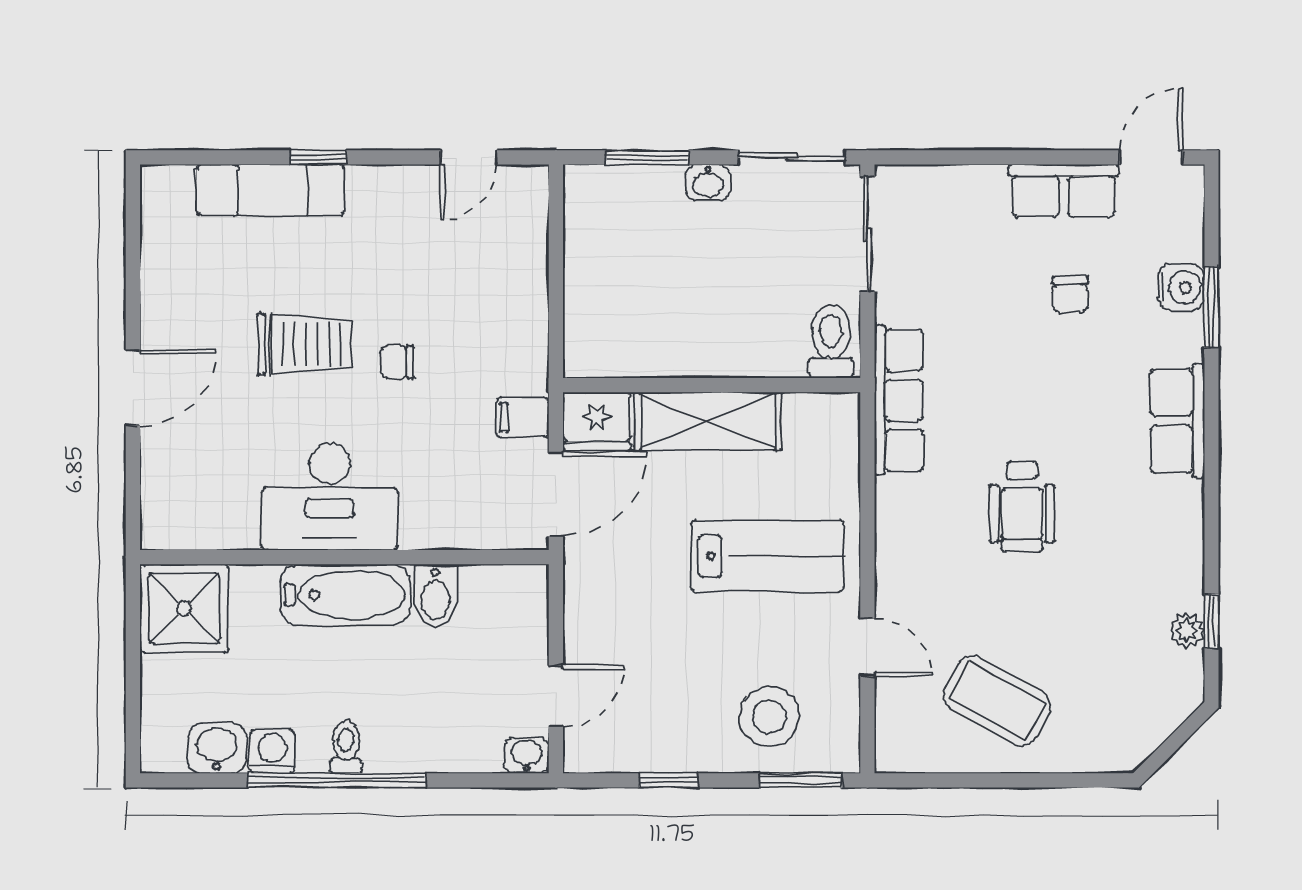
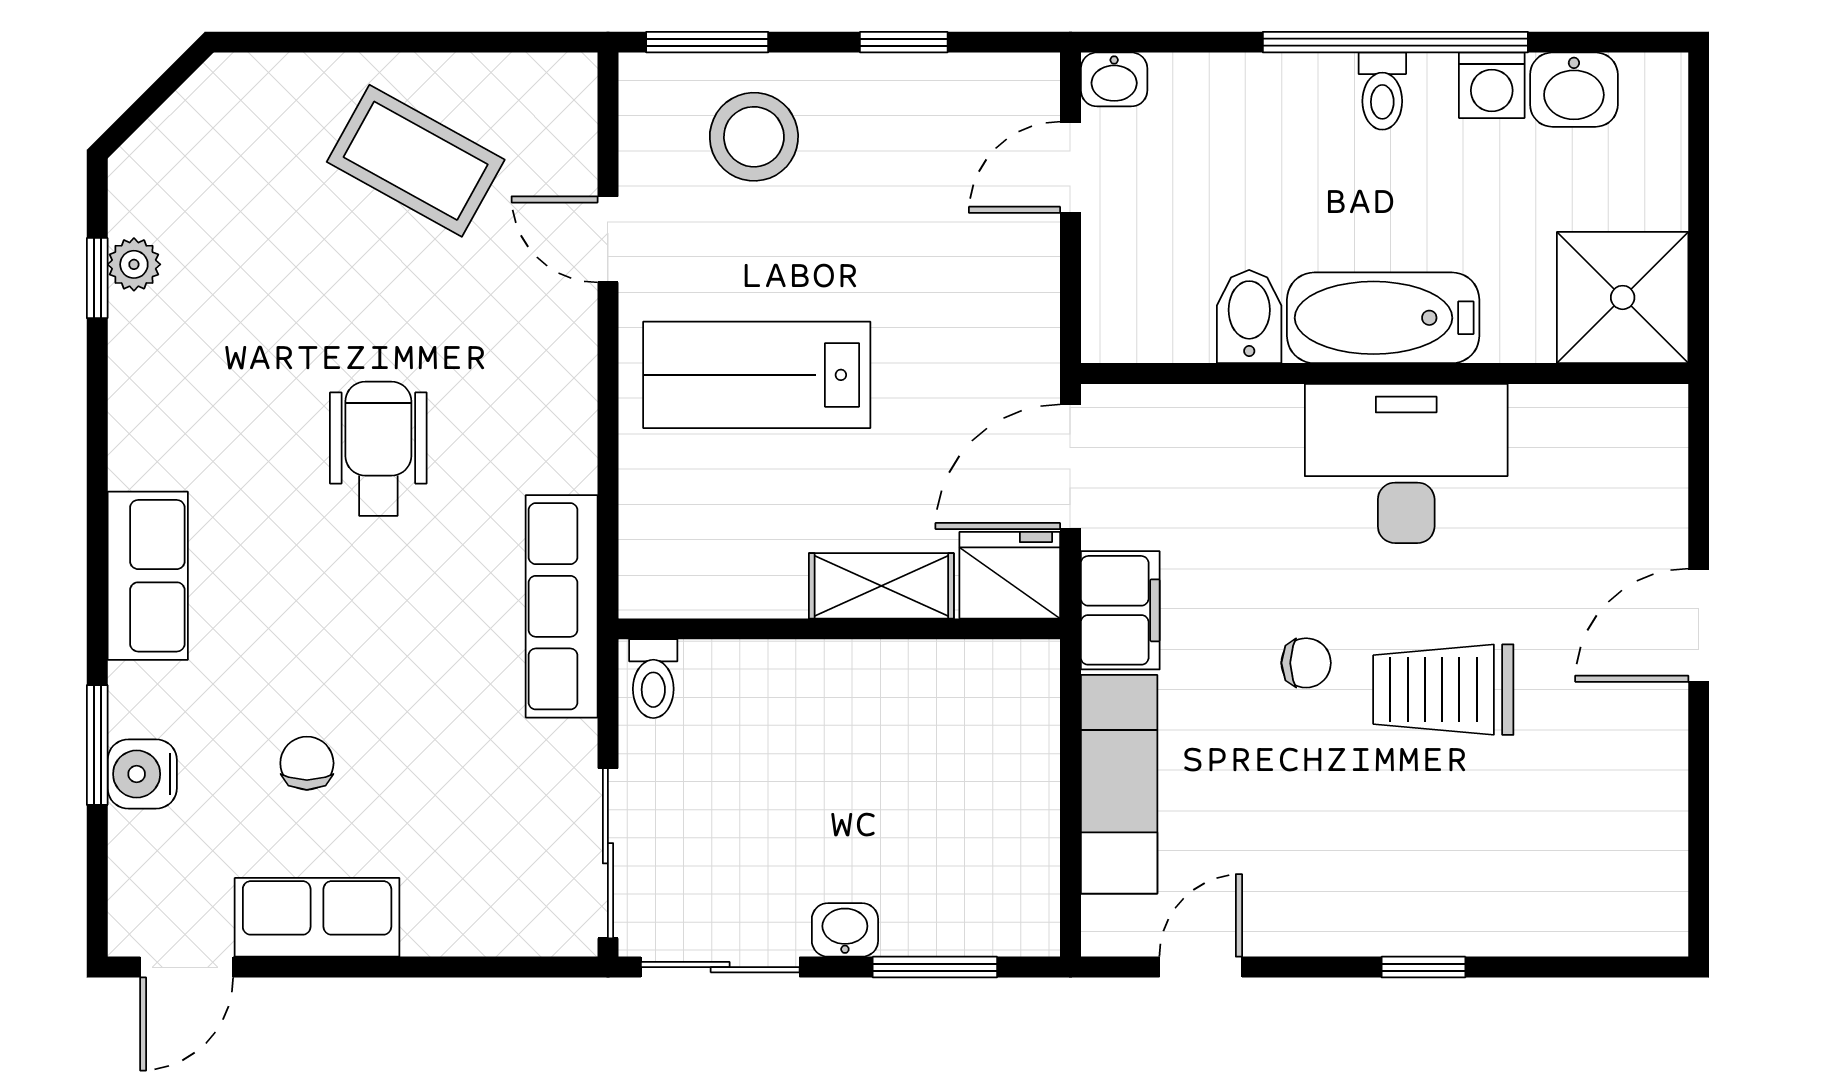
exam couch: (271, 190) -> (1119, 784), moved, turned 90
toilet: (831, 341) -> (653, 679), width x0.73, depth x0.72
filing cabinet: (522, 418) -> (1120, 610), width x2.00
shelving: (708, 421) -> (881, 586), width x0.67, depth x0.75

